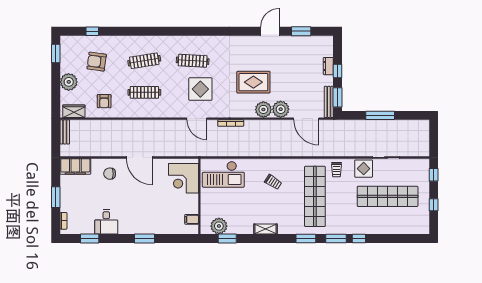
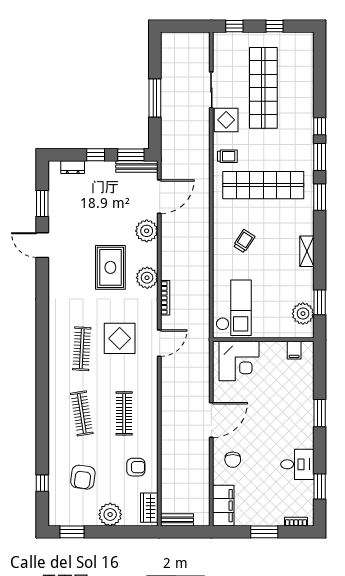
dresser: (328, 66) -> (73, 167), moved
plant: (263, 109) -> (147, 278), moved

